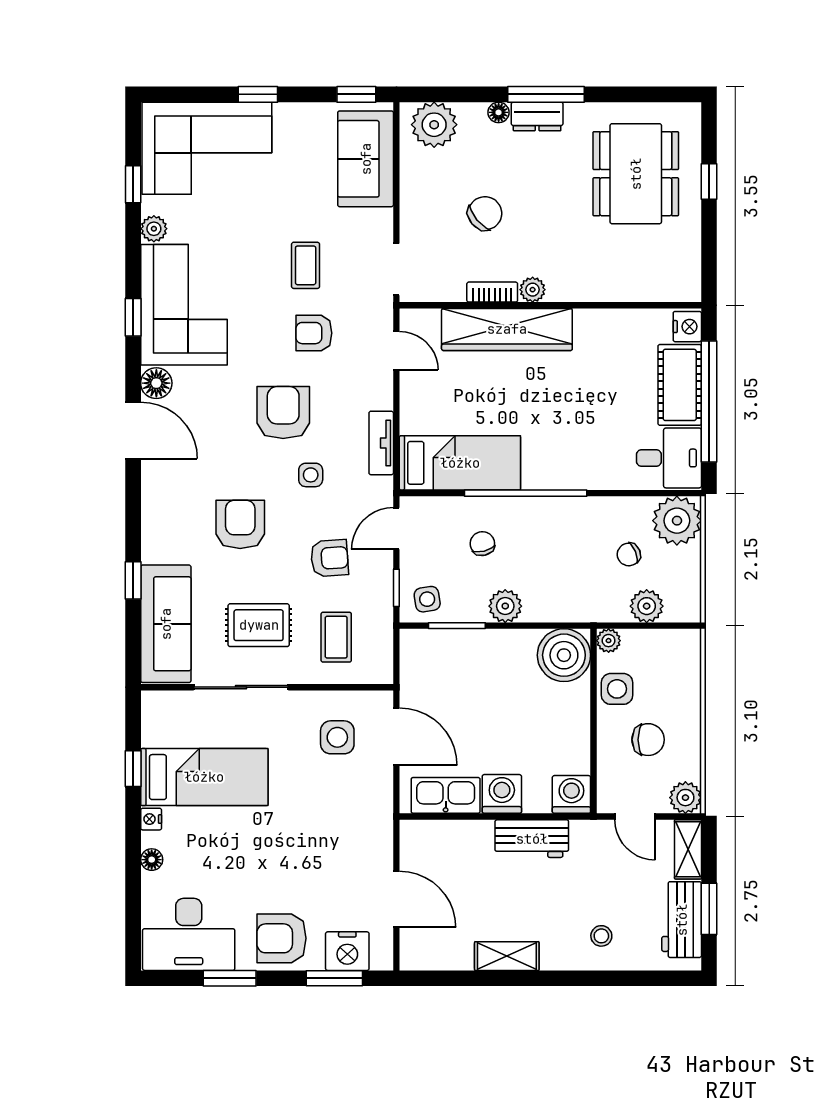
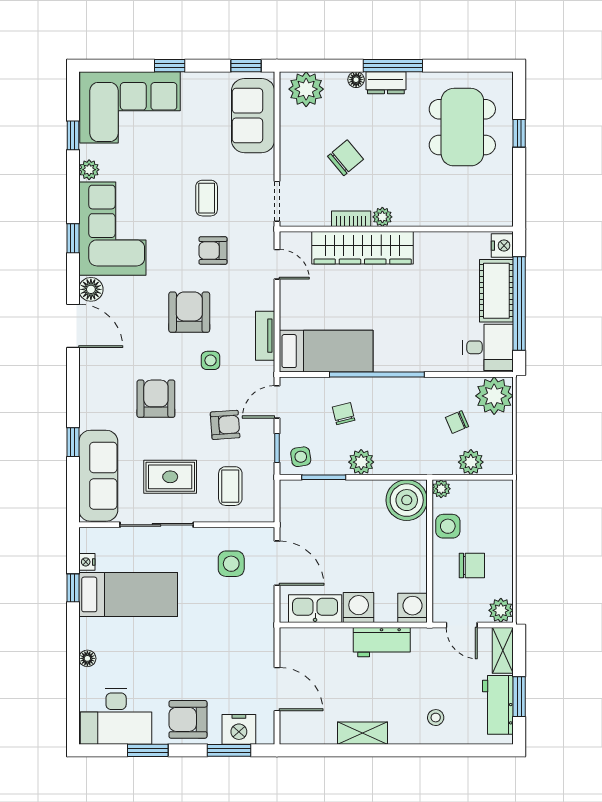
nightstand: (151, 819) -> (87, 562), moved

